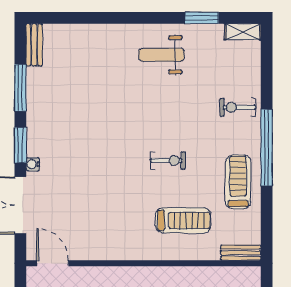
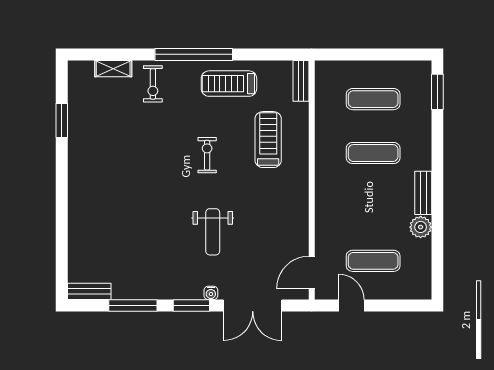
shelving: (243, 32) -> (113, 69), moved, turned 90
weight bench: (162, 55) -> (213, 232), moved

